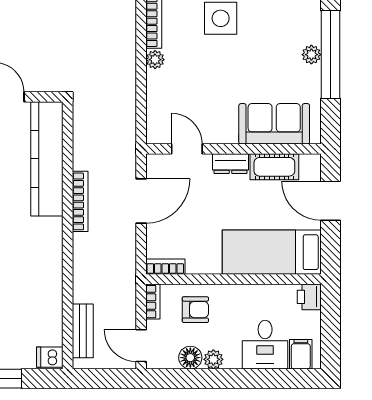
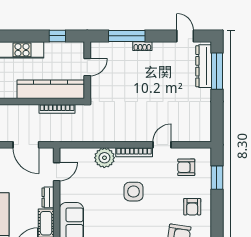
plant: (155, 60) -> (104, 158), width x1.88, depth x1.88
bookcase: (80, 201) -> (57, 109), moved

